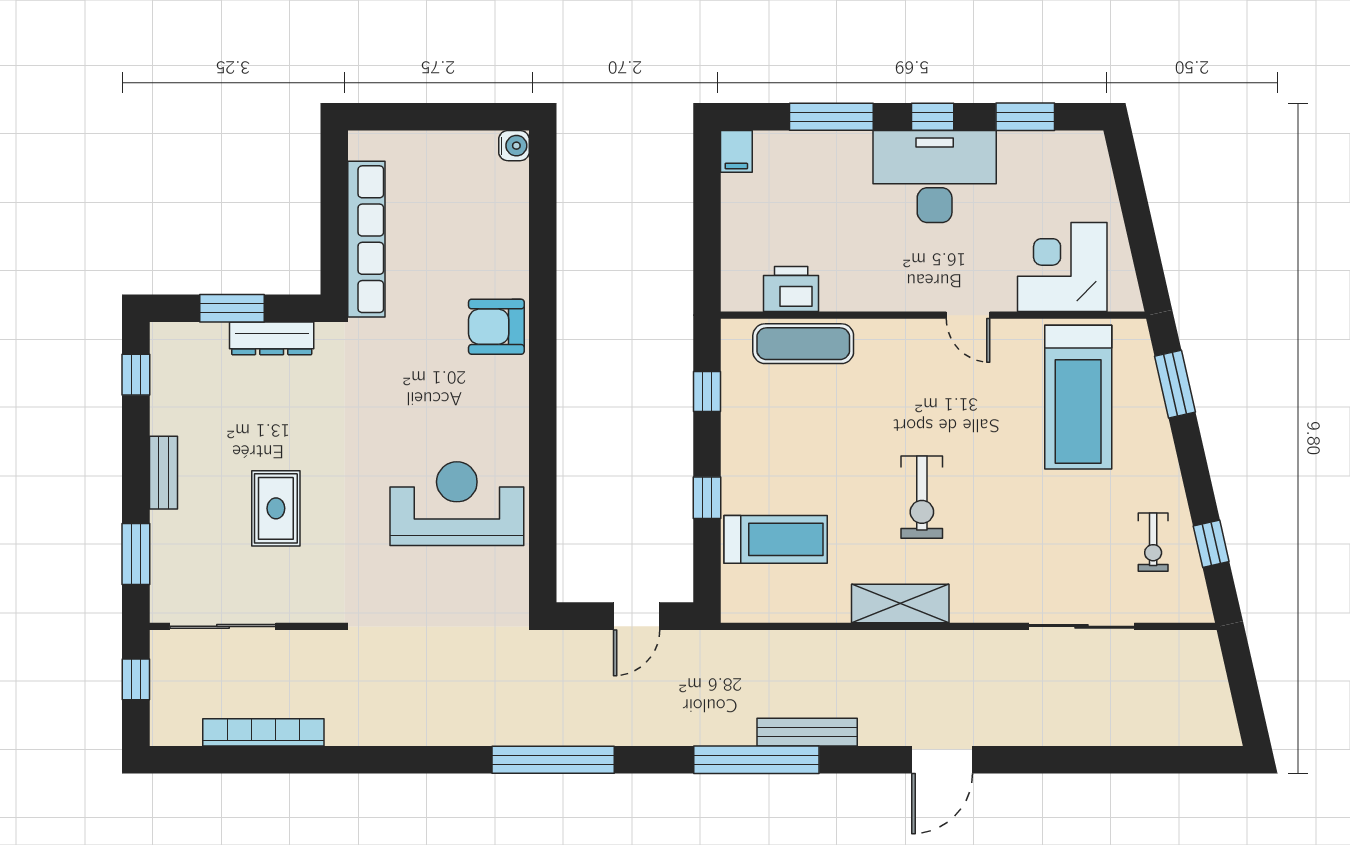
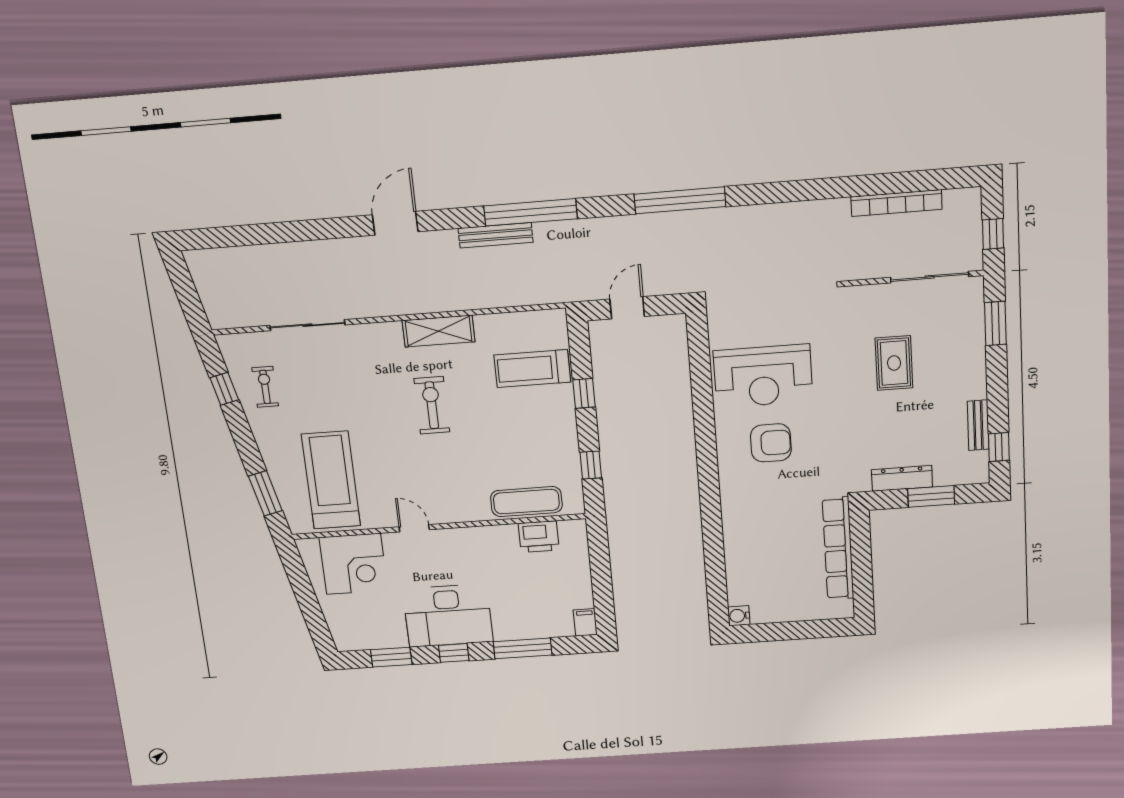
armchair: (496, 327) -> (771, 443), moved
bench: (163, 473) -> (978, 425), moved

